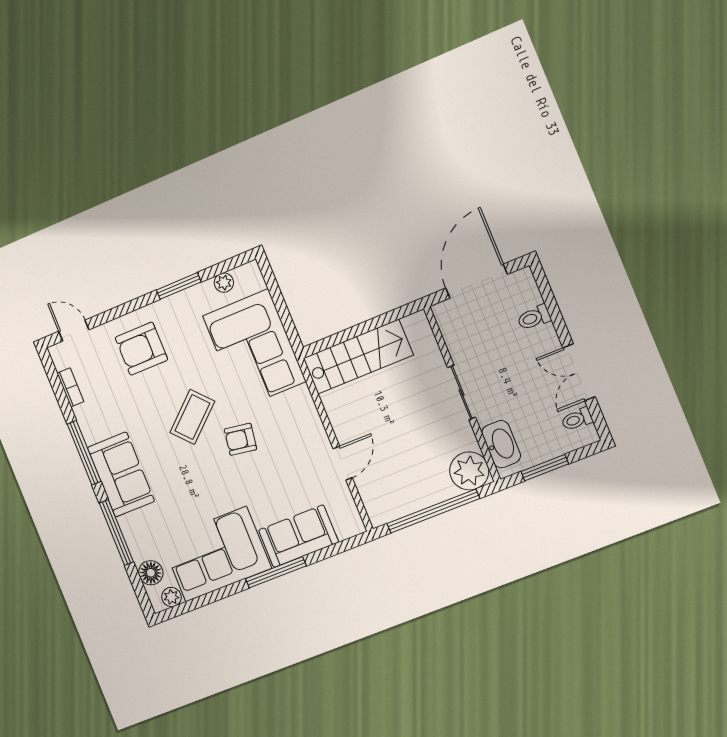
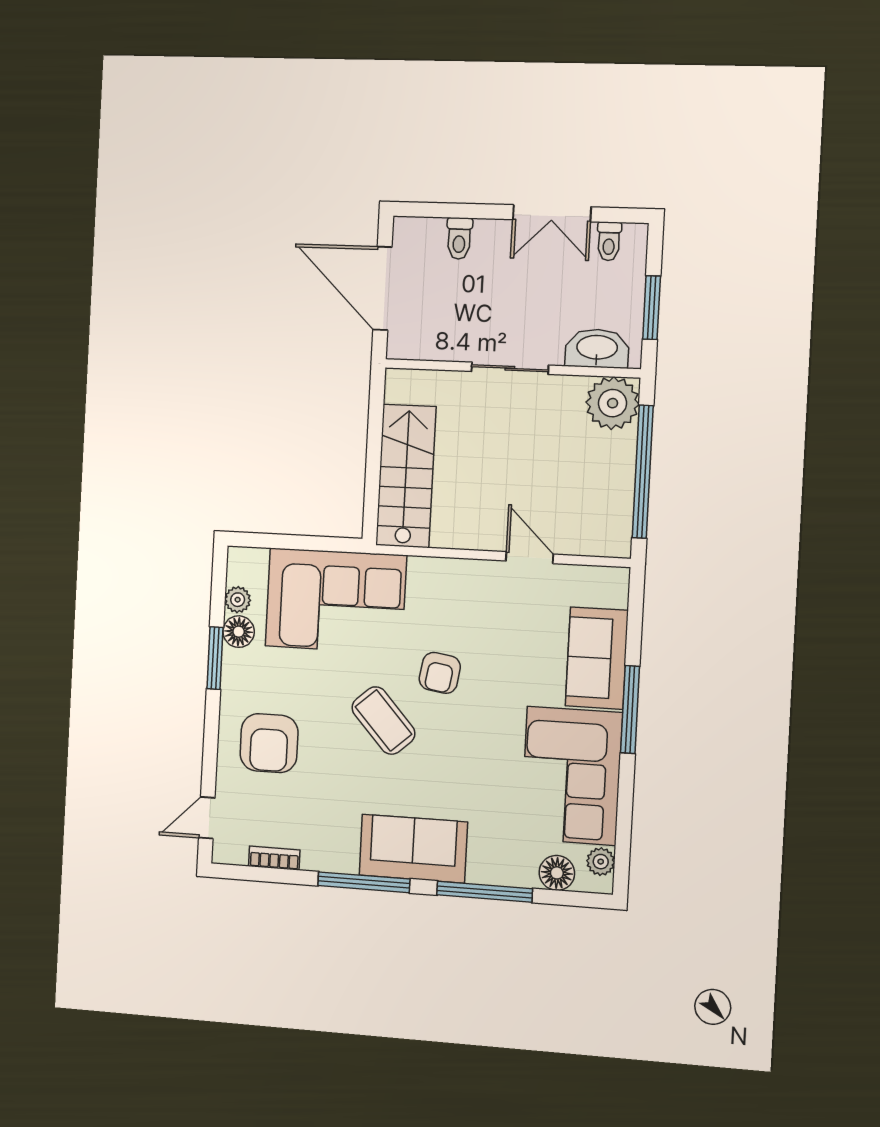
floor lamp: (203, 293) -> (239, 632), added

